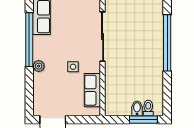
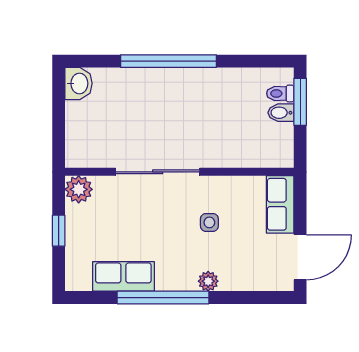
row of seats: (92, 90) -> (280, 204), moved, turned 90

